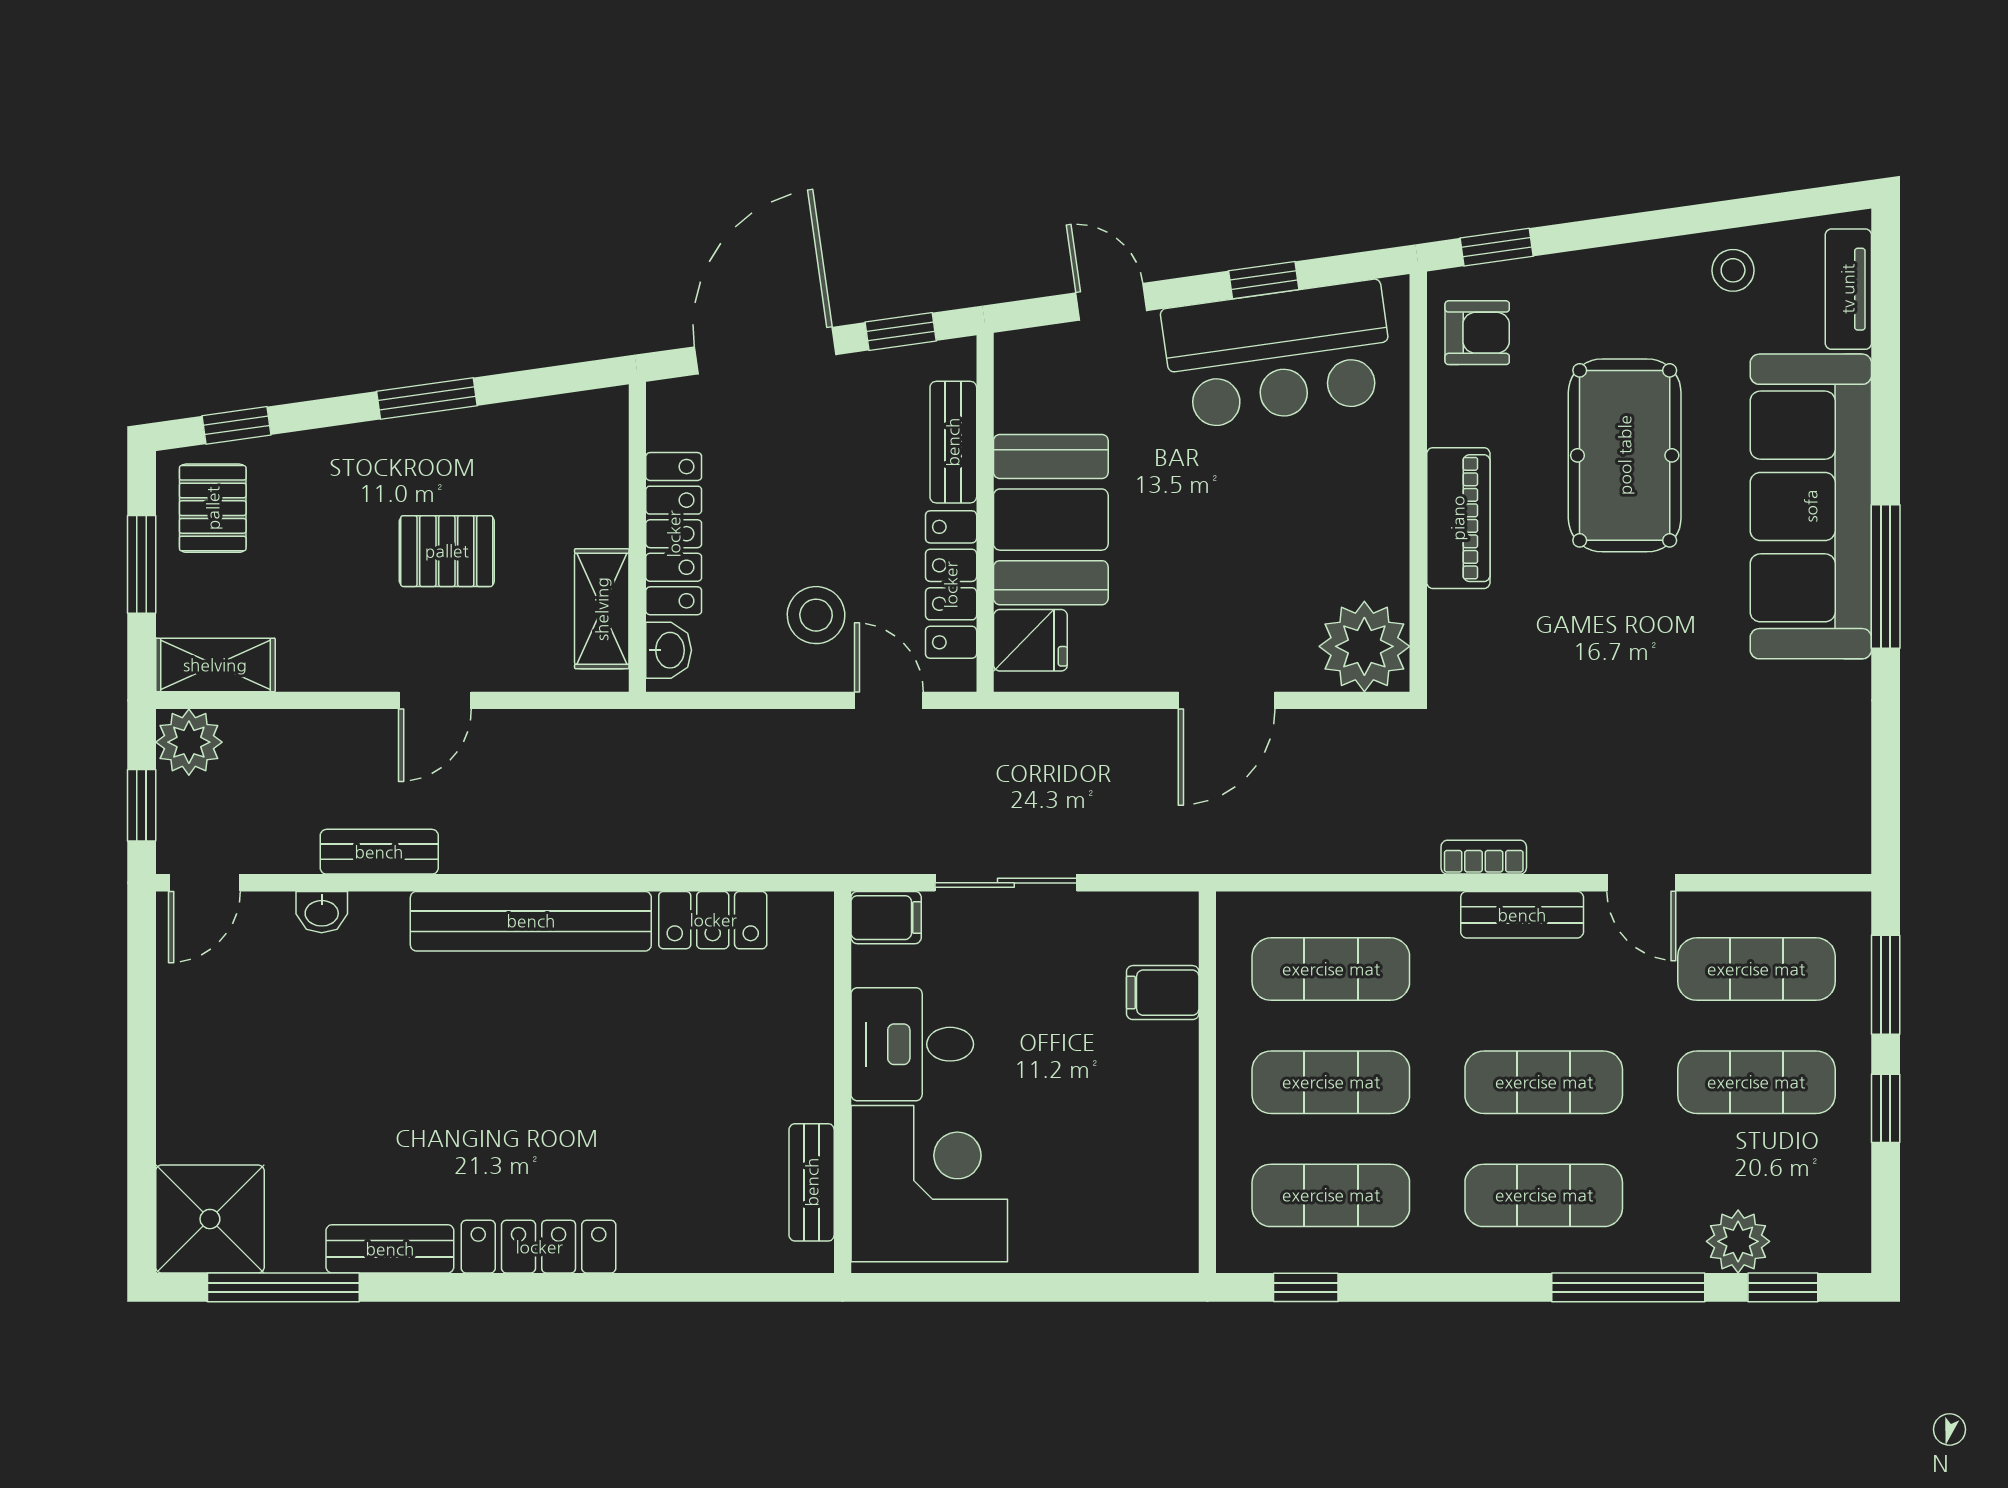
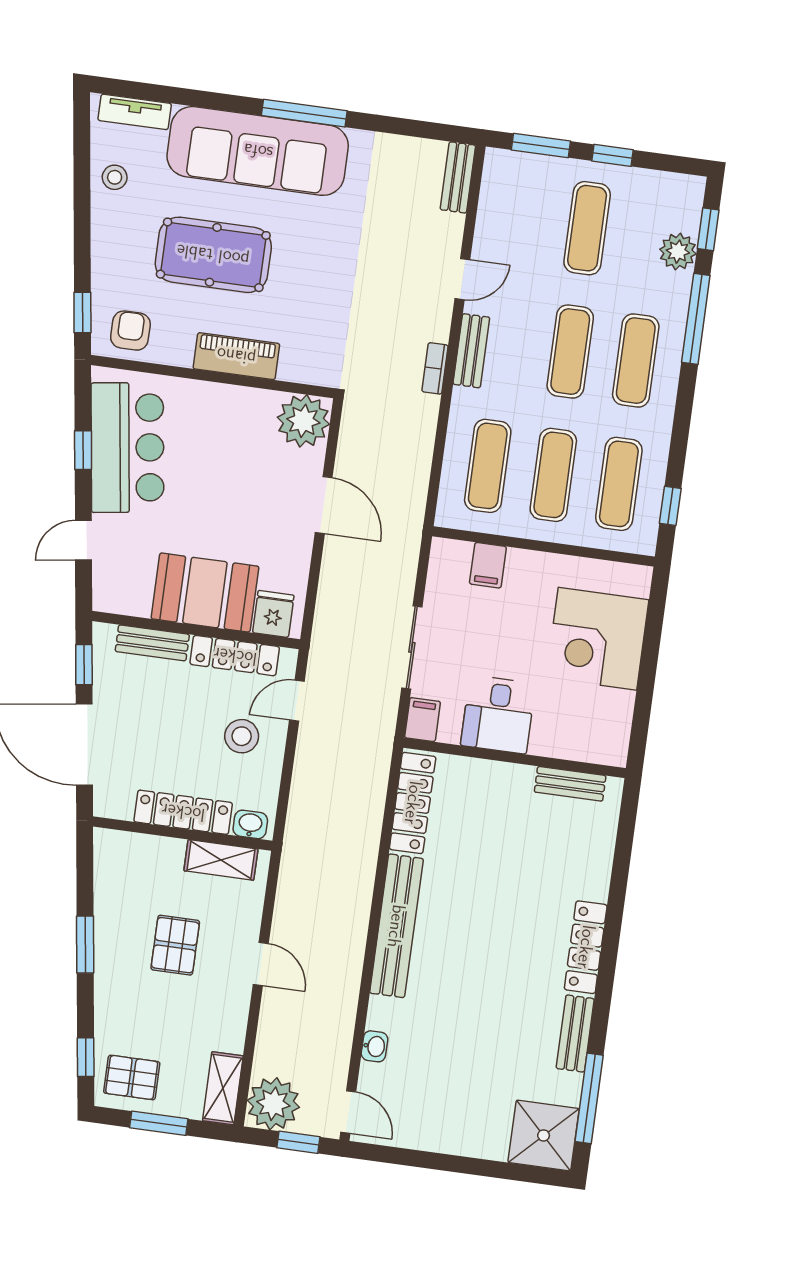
plant: (189, 742) -> (273, 1104), width x1.36, depth x1.36
bench: (379, 852) -> (458, 177), moved
locker: (713, 920) -> (413, 803), width x1.53
exercise mat: (1756, 969) -> (521, 219), removed
corner desk: (929, 1184) -> (597, 639), moved, turned -90

